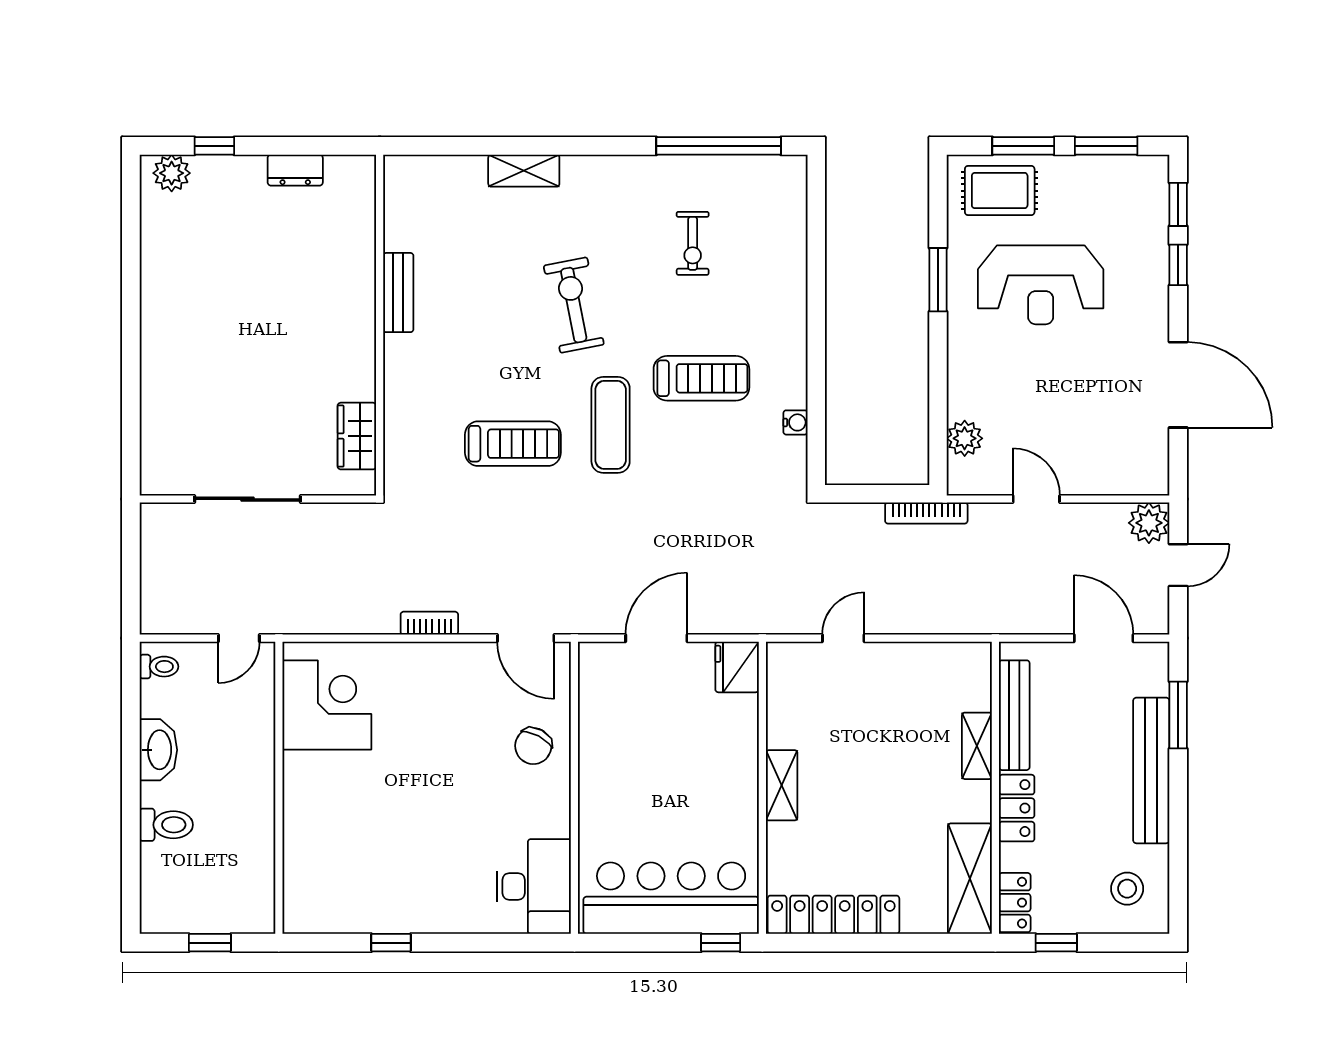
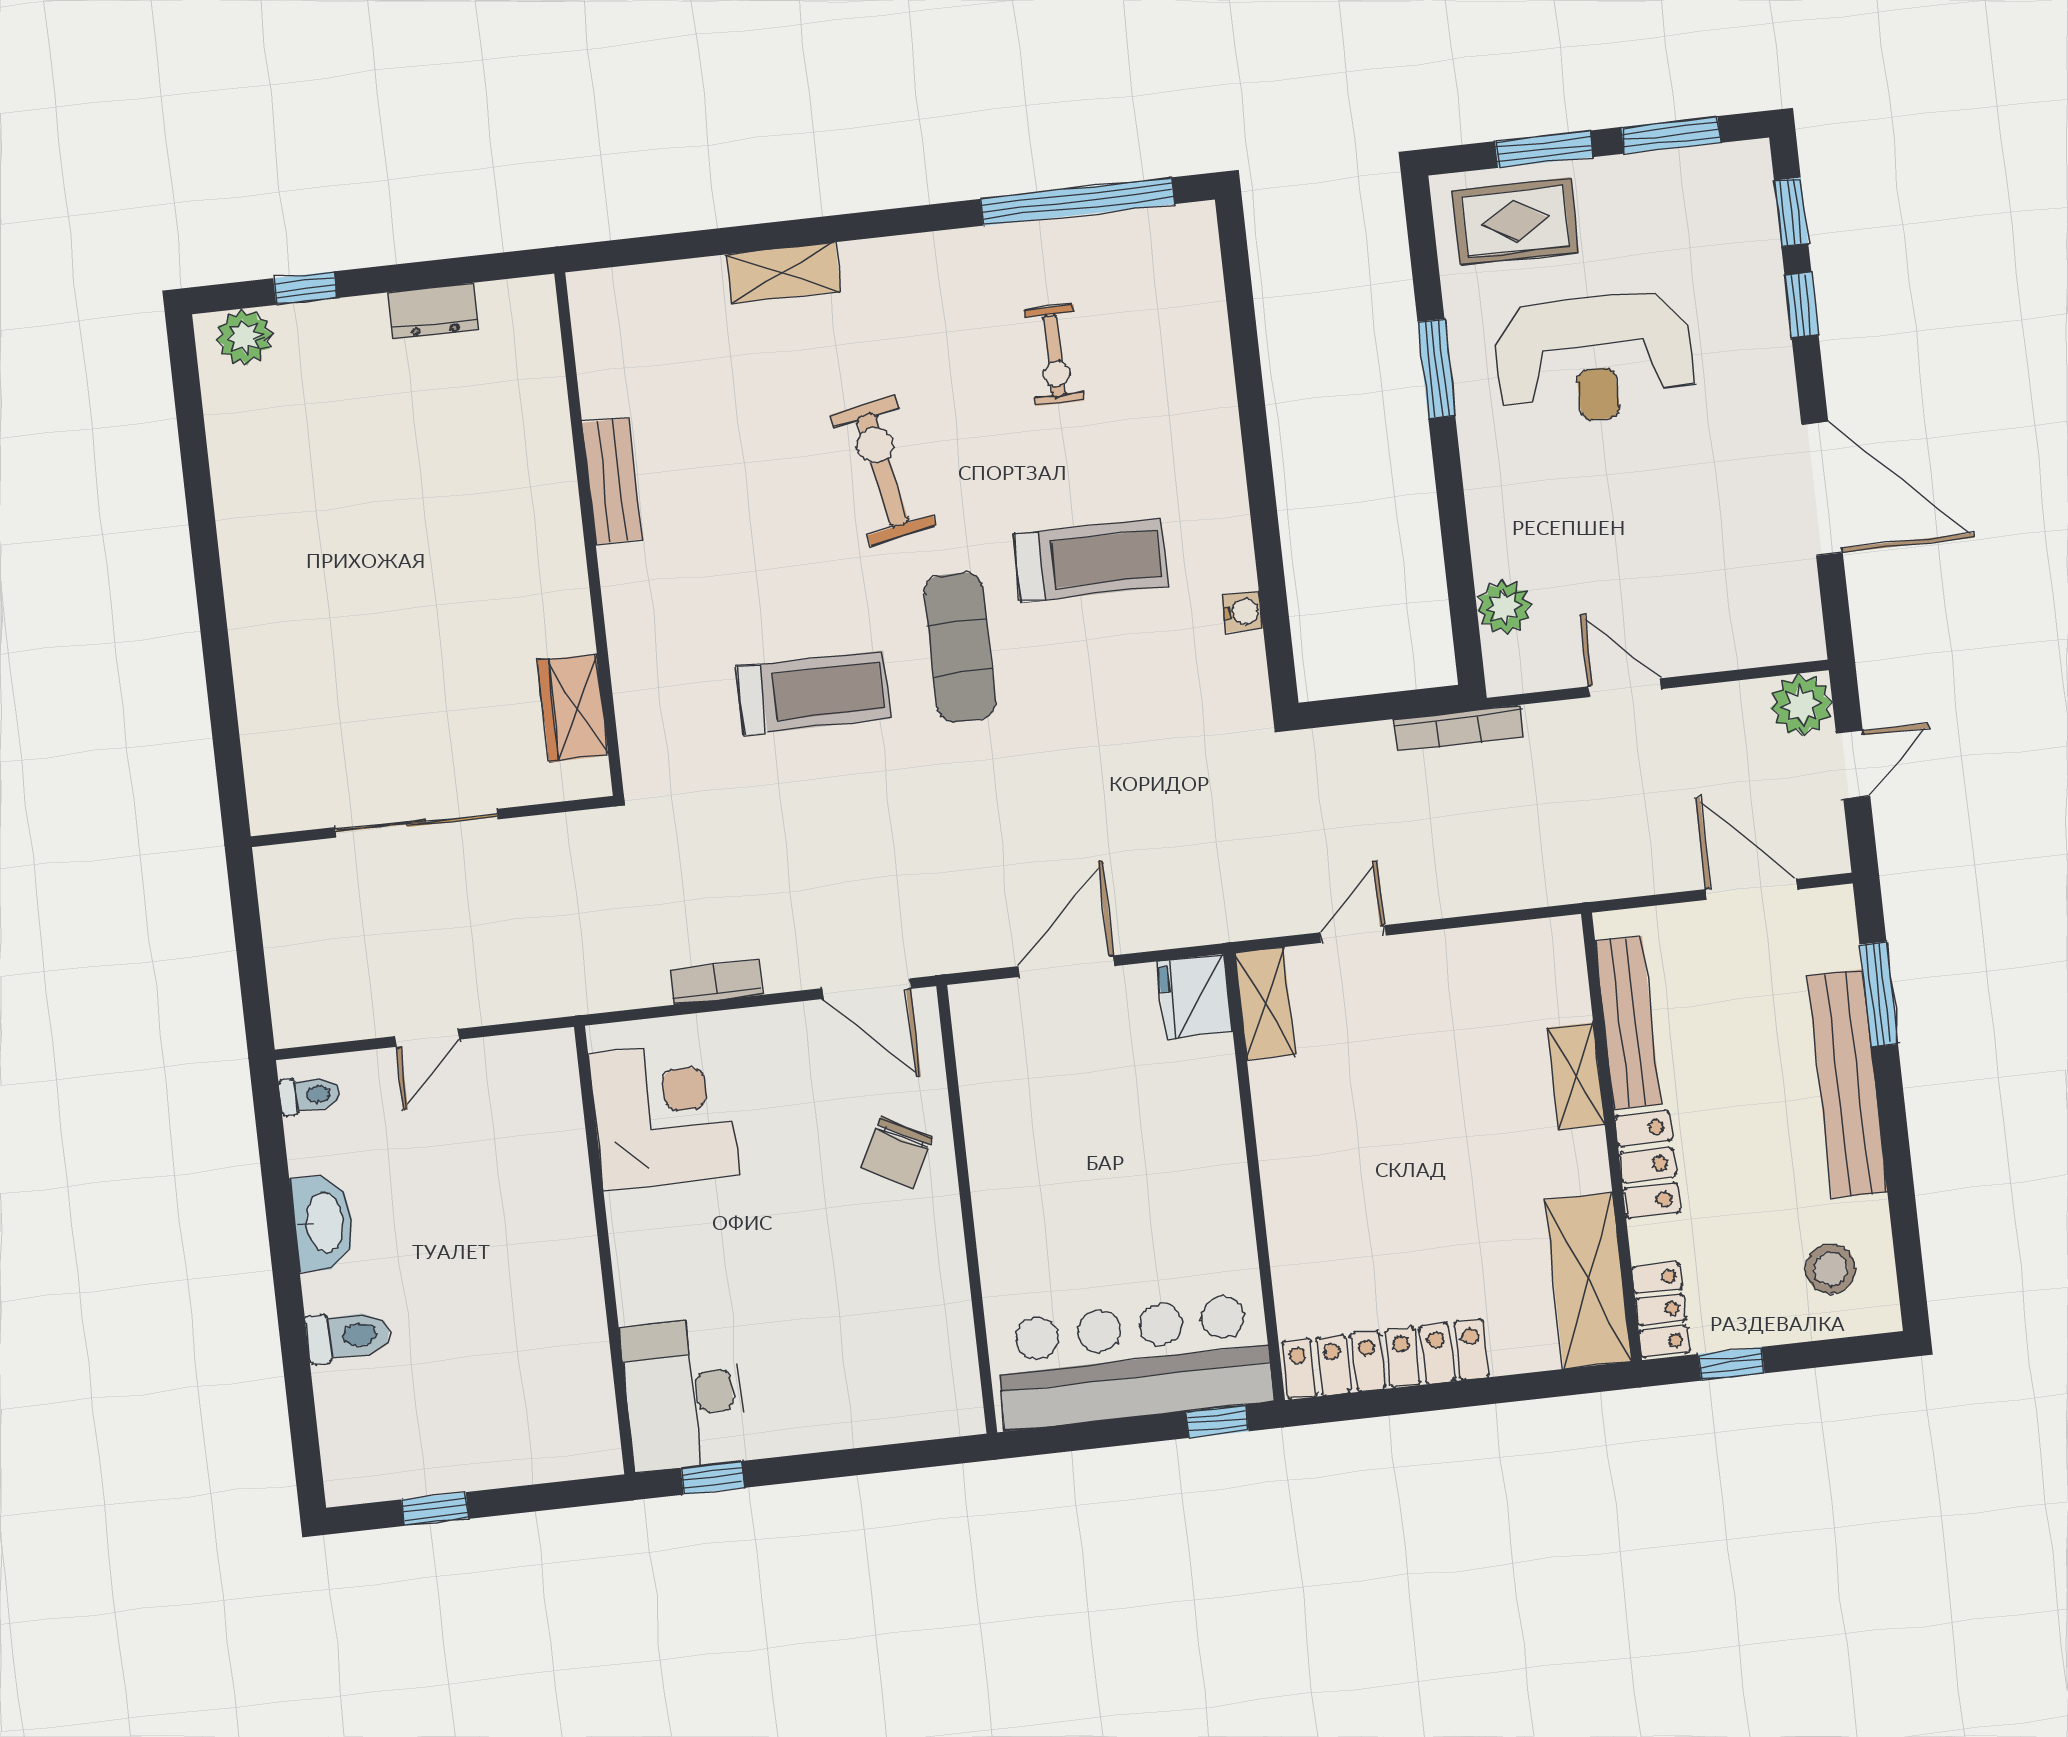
corner desk: (327, 705) -> (664, 1115), moved
shelving: (782, 785) -> (1265, 1004), moved
wall: (279, 788) -> (605, 1250), moved
desk: (534, 886) -> (684, 1394), moved, turned 180

